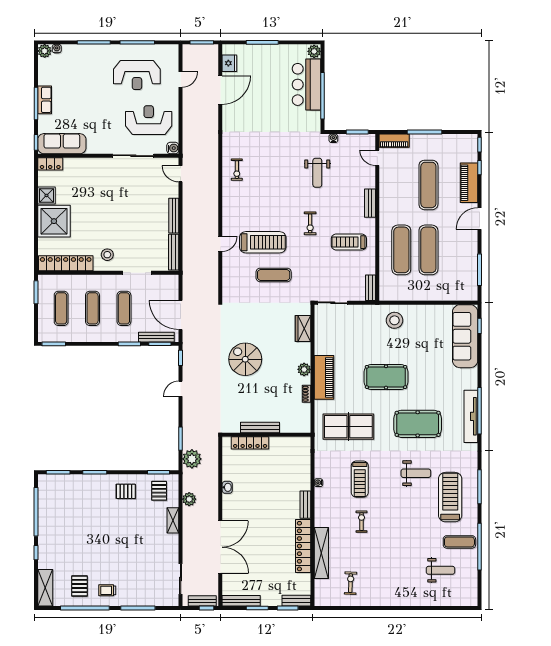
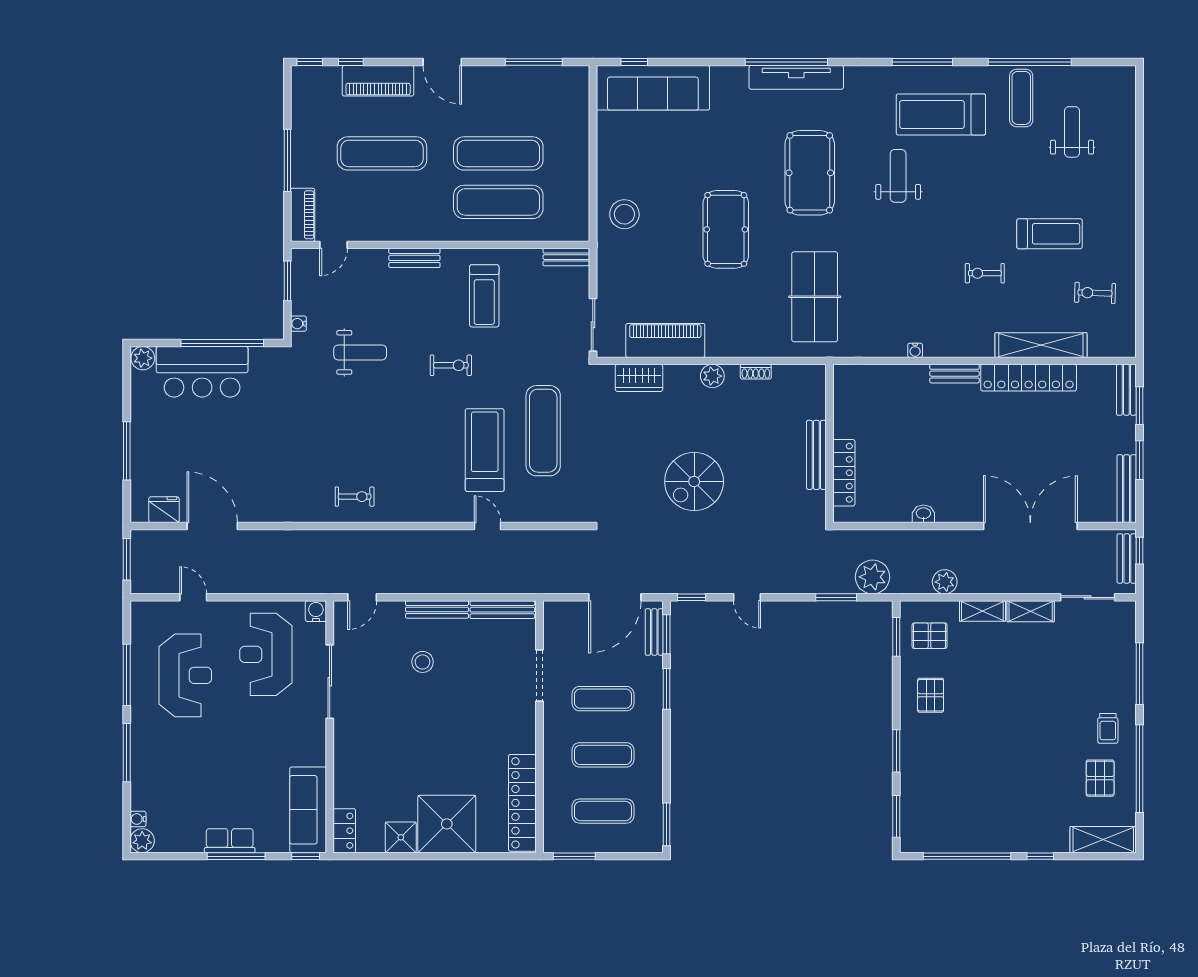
stool: (107, 255) -> (423, 662), moved
exercise mat: (274, 275) -> (543, 431), width x1.36, depth x1.45
bench: (156, 337) -> (654, 632), width x0.73
piano: (324, 377) -> (665, 340), moved
treadmill: (360, 479) -> (1050, 234), moved
shelving: (173, 547) -> (1031, 611), added
pallet: (80, 586) -> (1100, 778), turned 90

